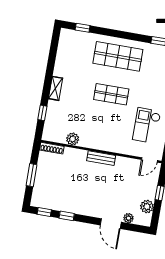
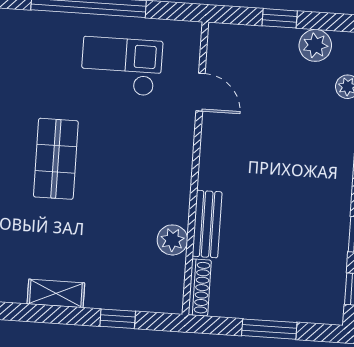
checkout: (147, 125) -> (122, 66), turned 180
bench: (101, 158) -> (207, 224), moved
door: (149, 160) -> (201, 92), moved

